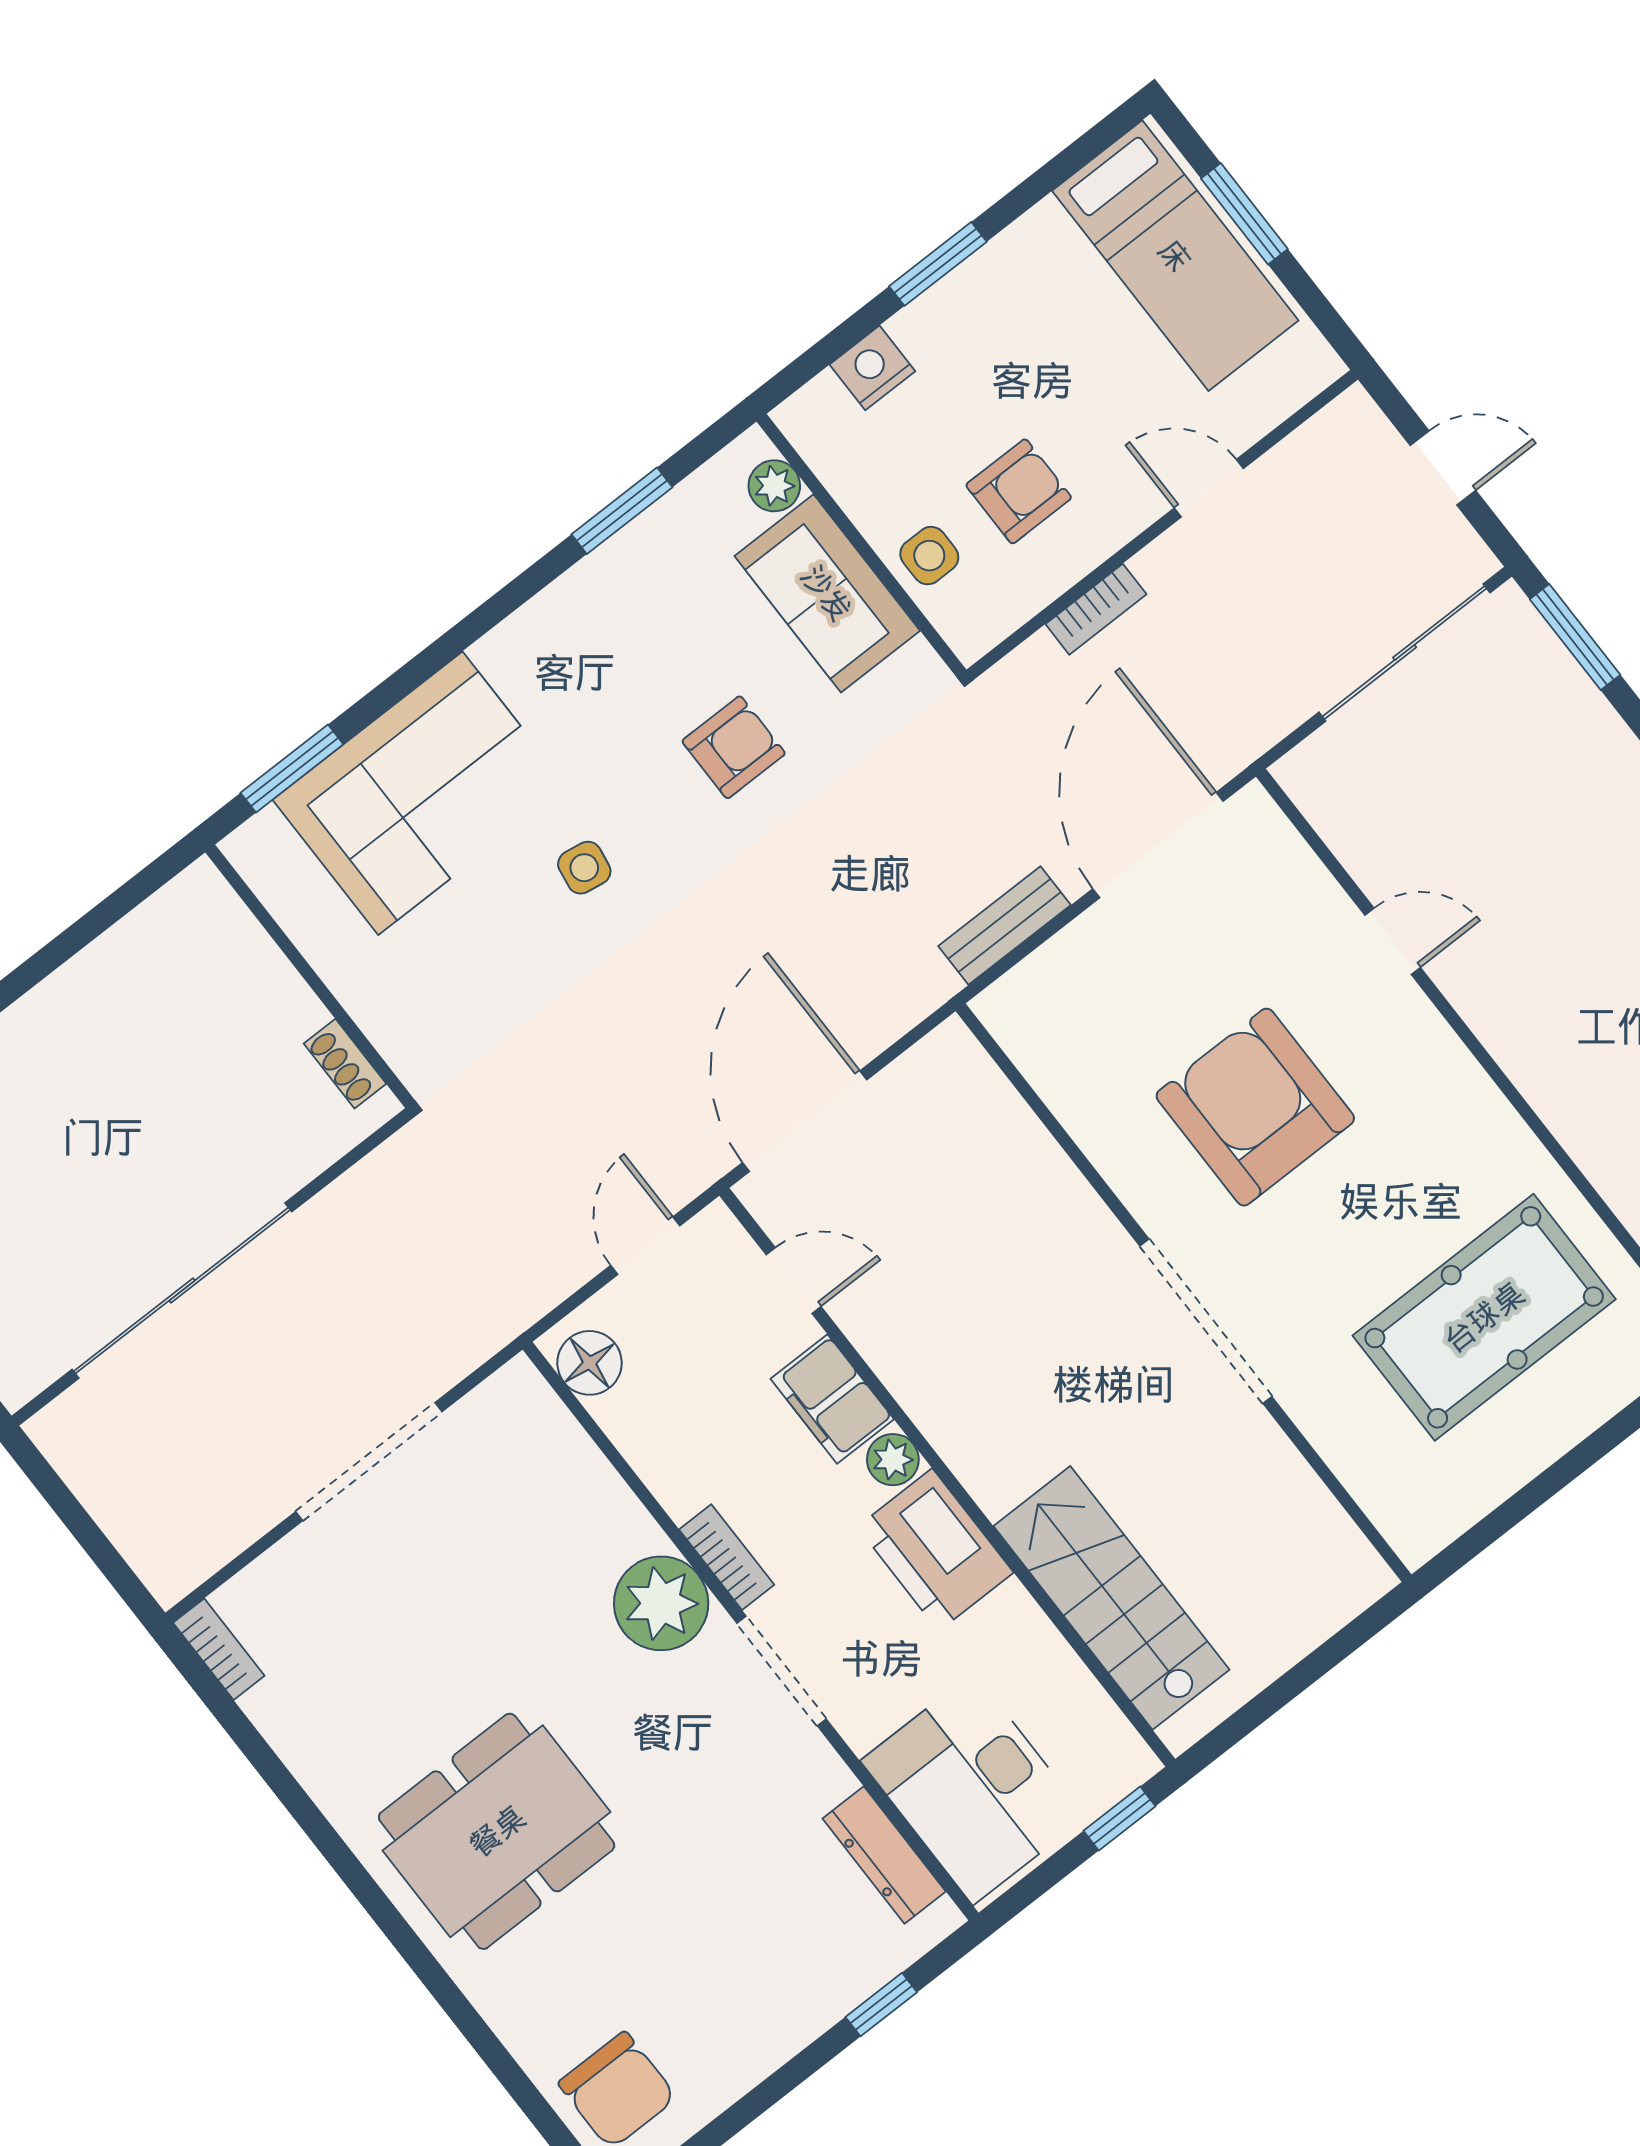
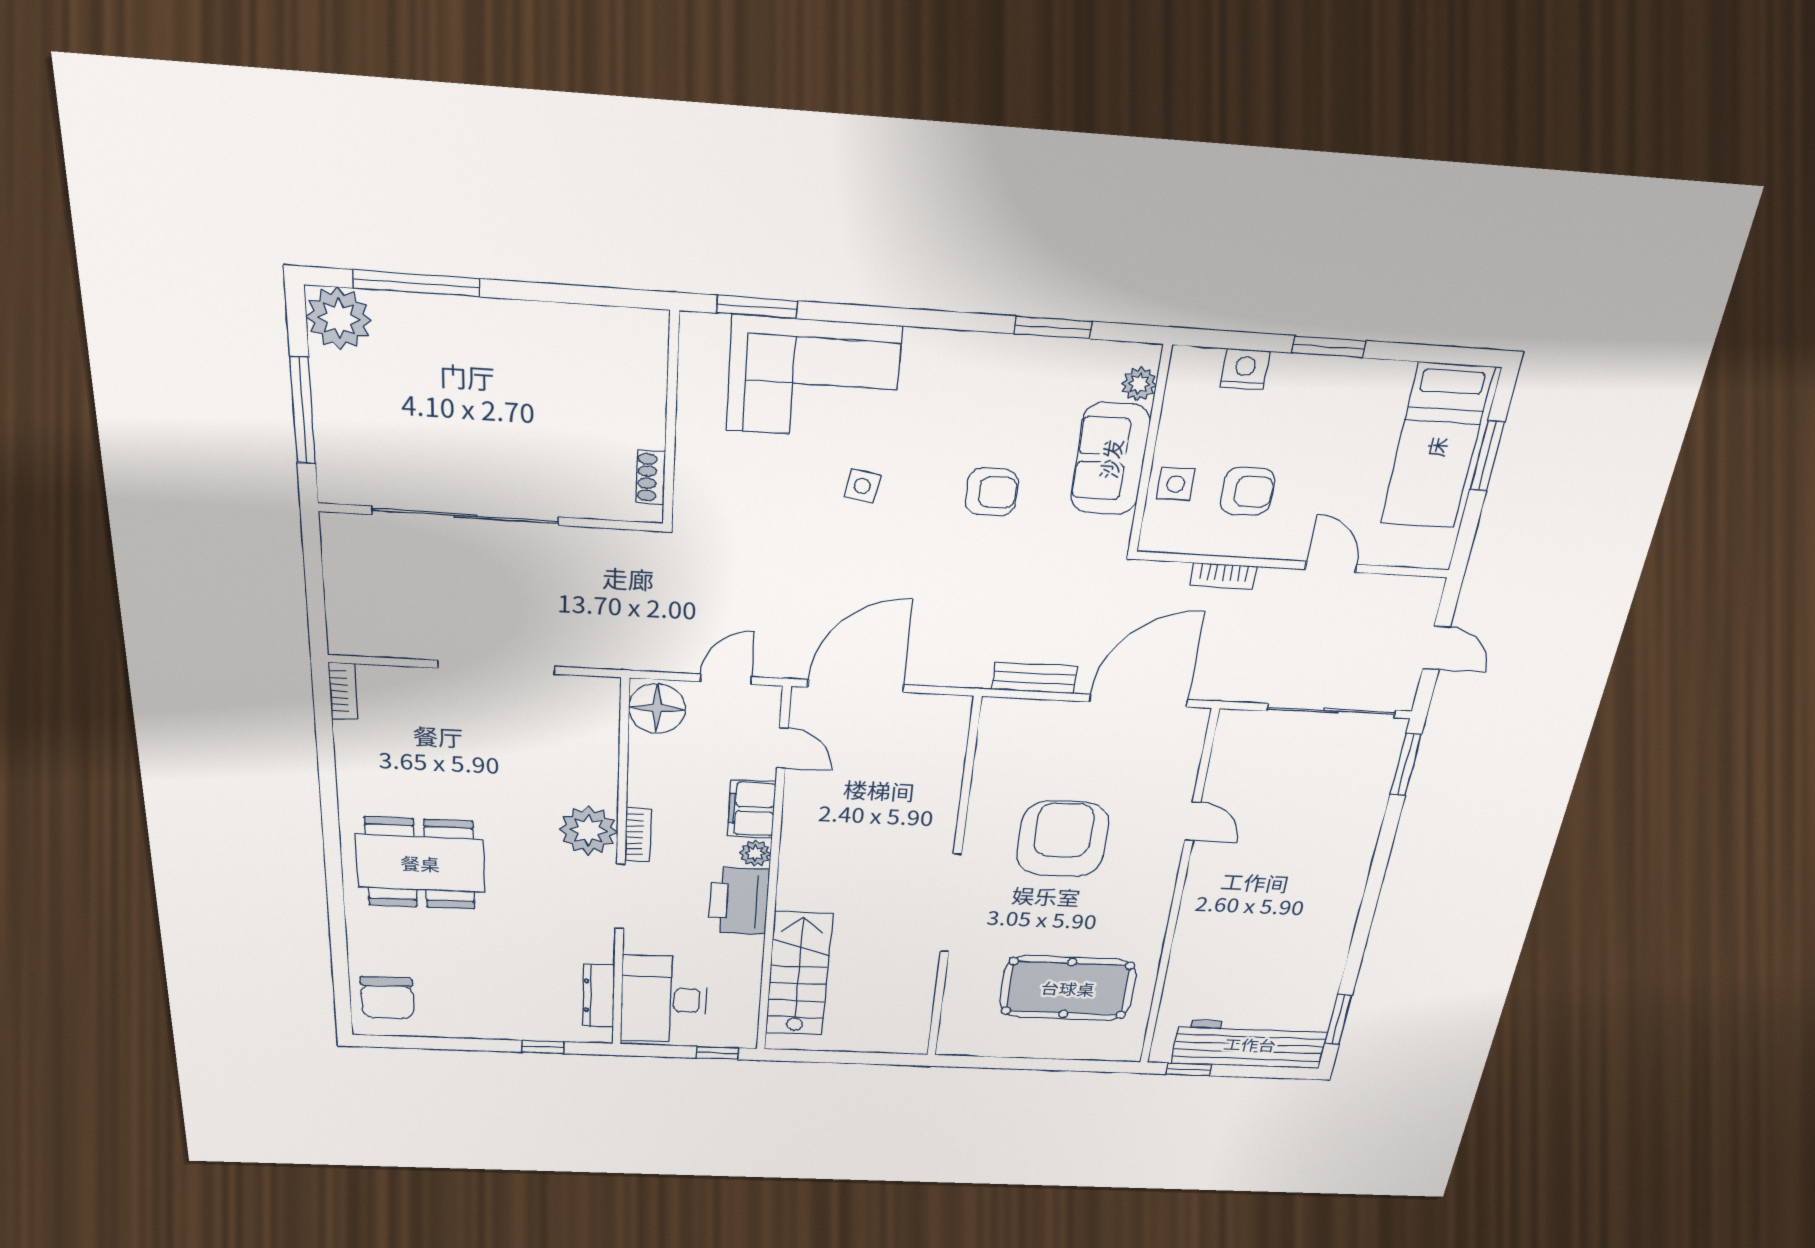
floor lamp: (589, 1363) -> (657, 708), width x1.38, depth x1.38

